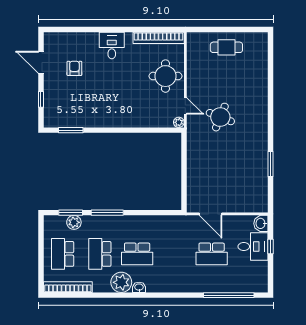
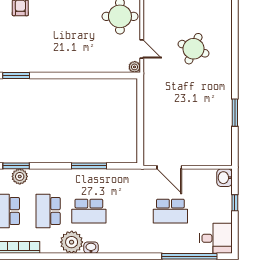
round table: (220, 117) -> (194, 49), moved
window: (107, 213) -> (89, 166), moved
desk: (253, 246) -> (216, 238), moved

